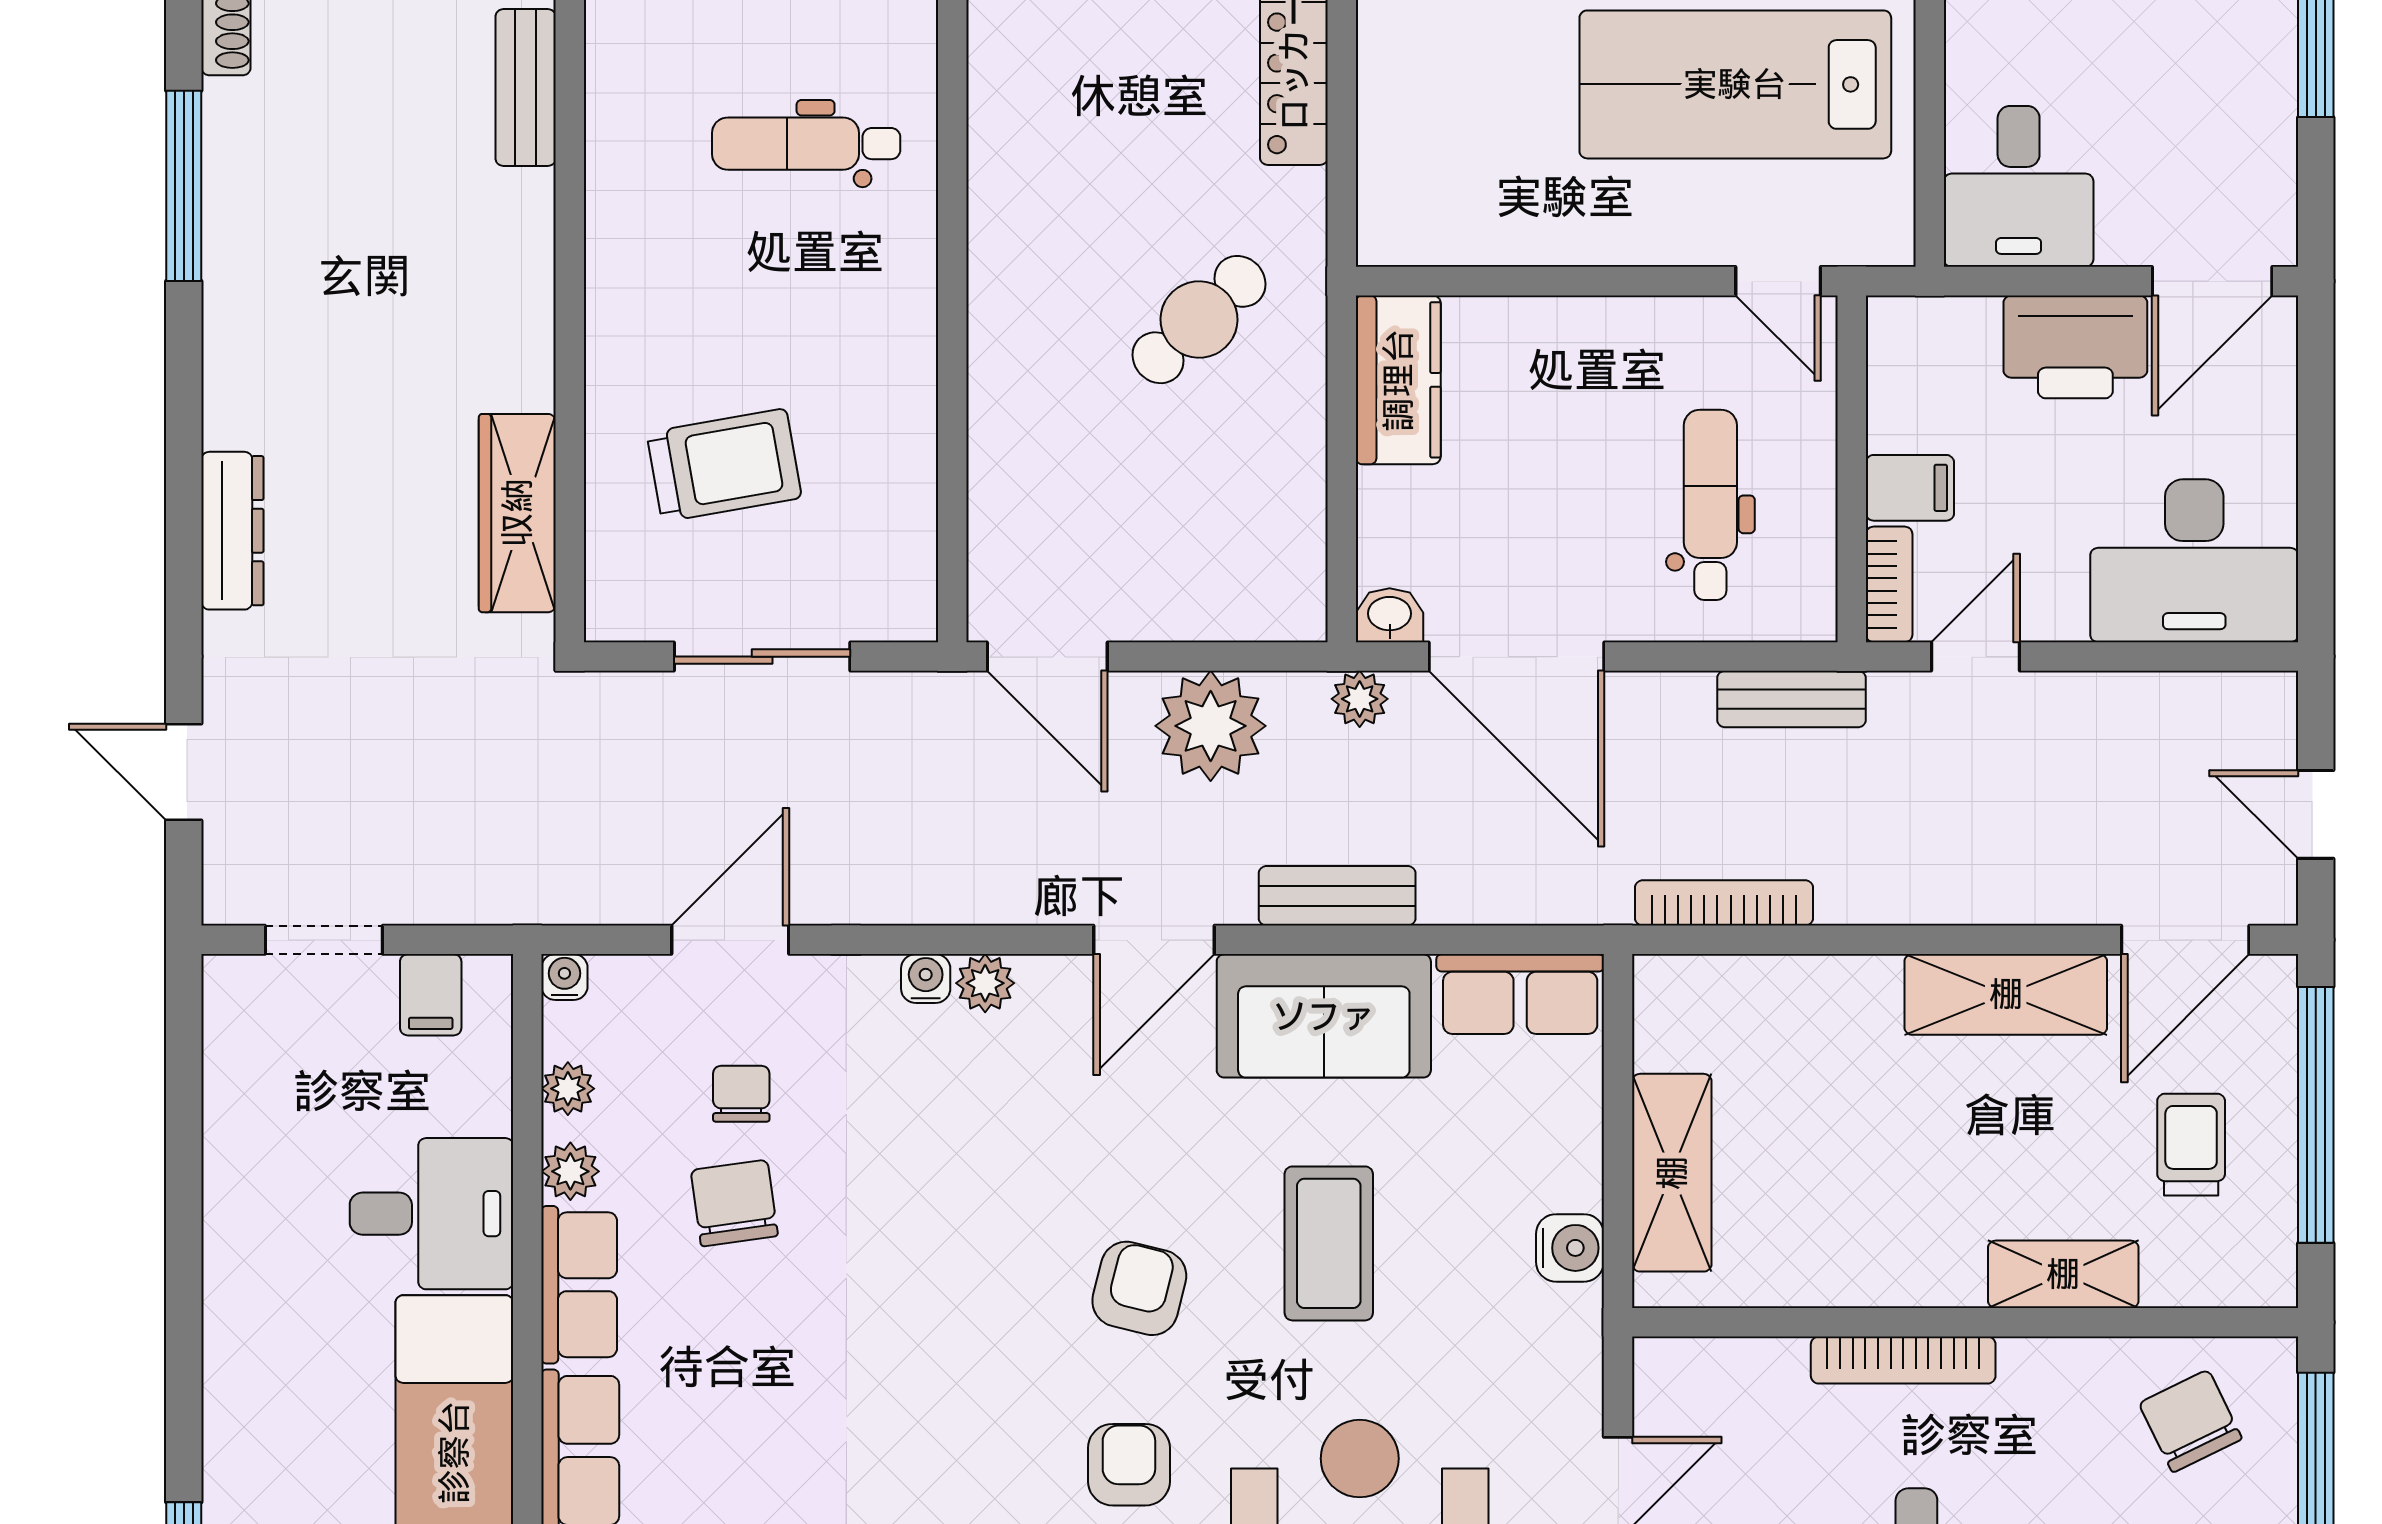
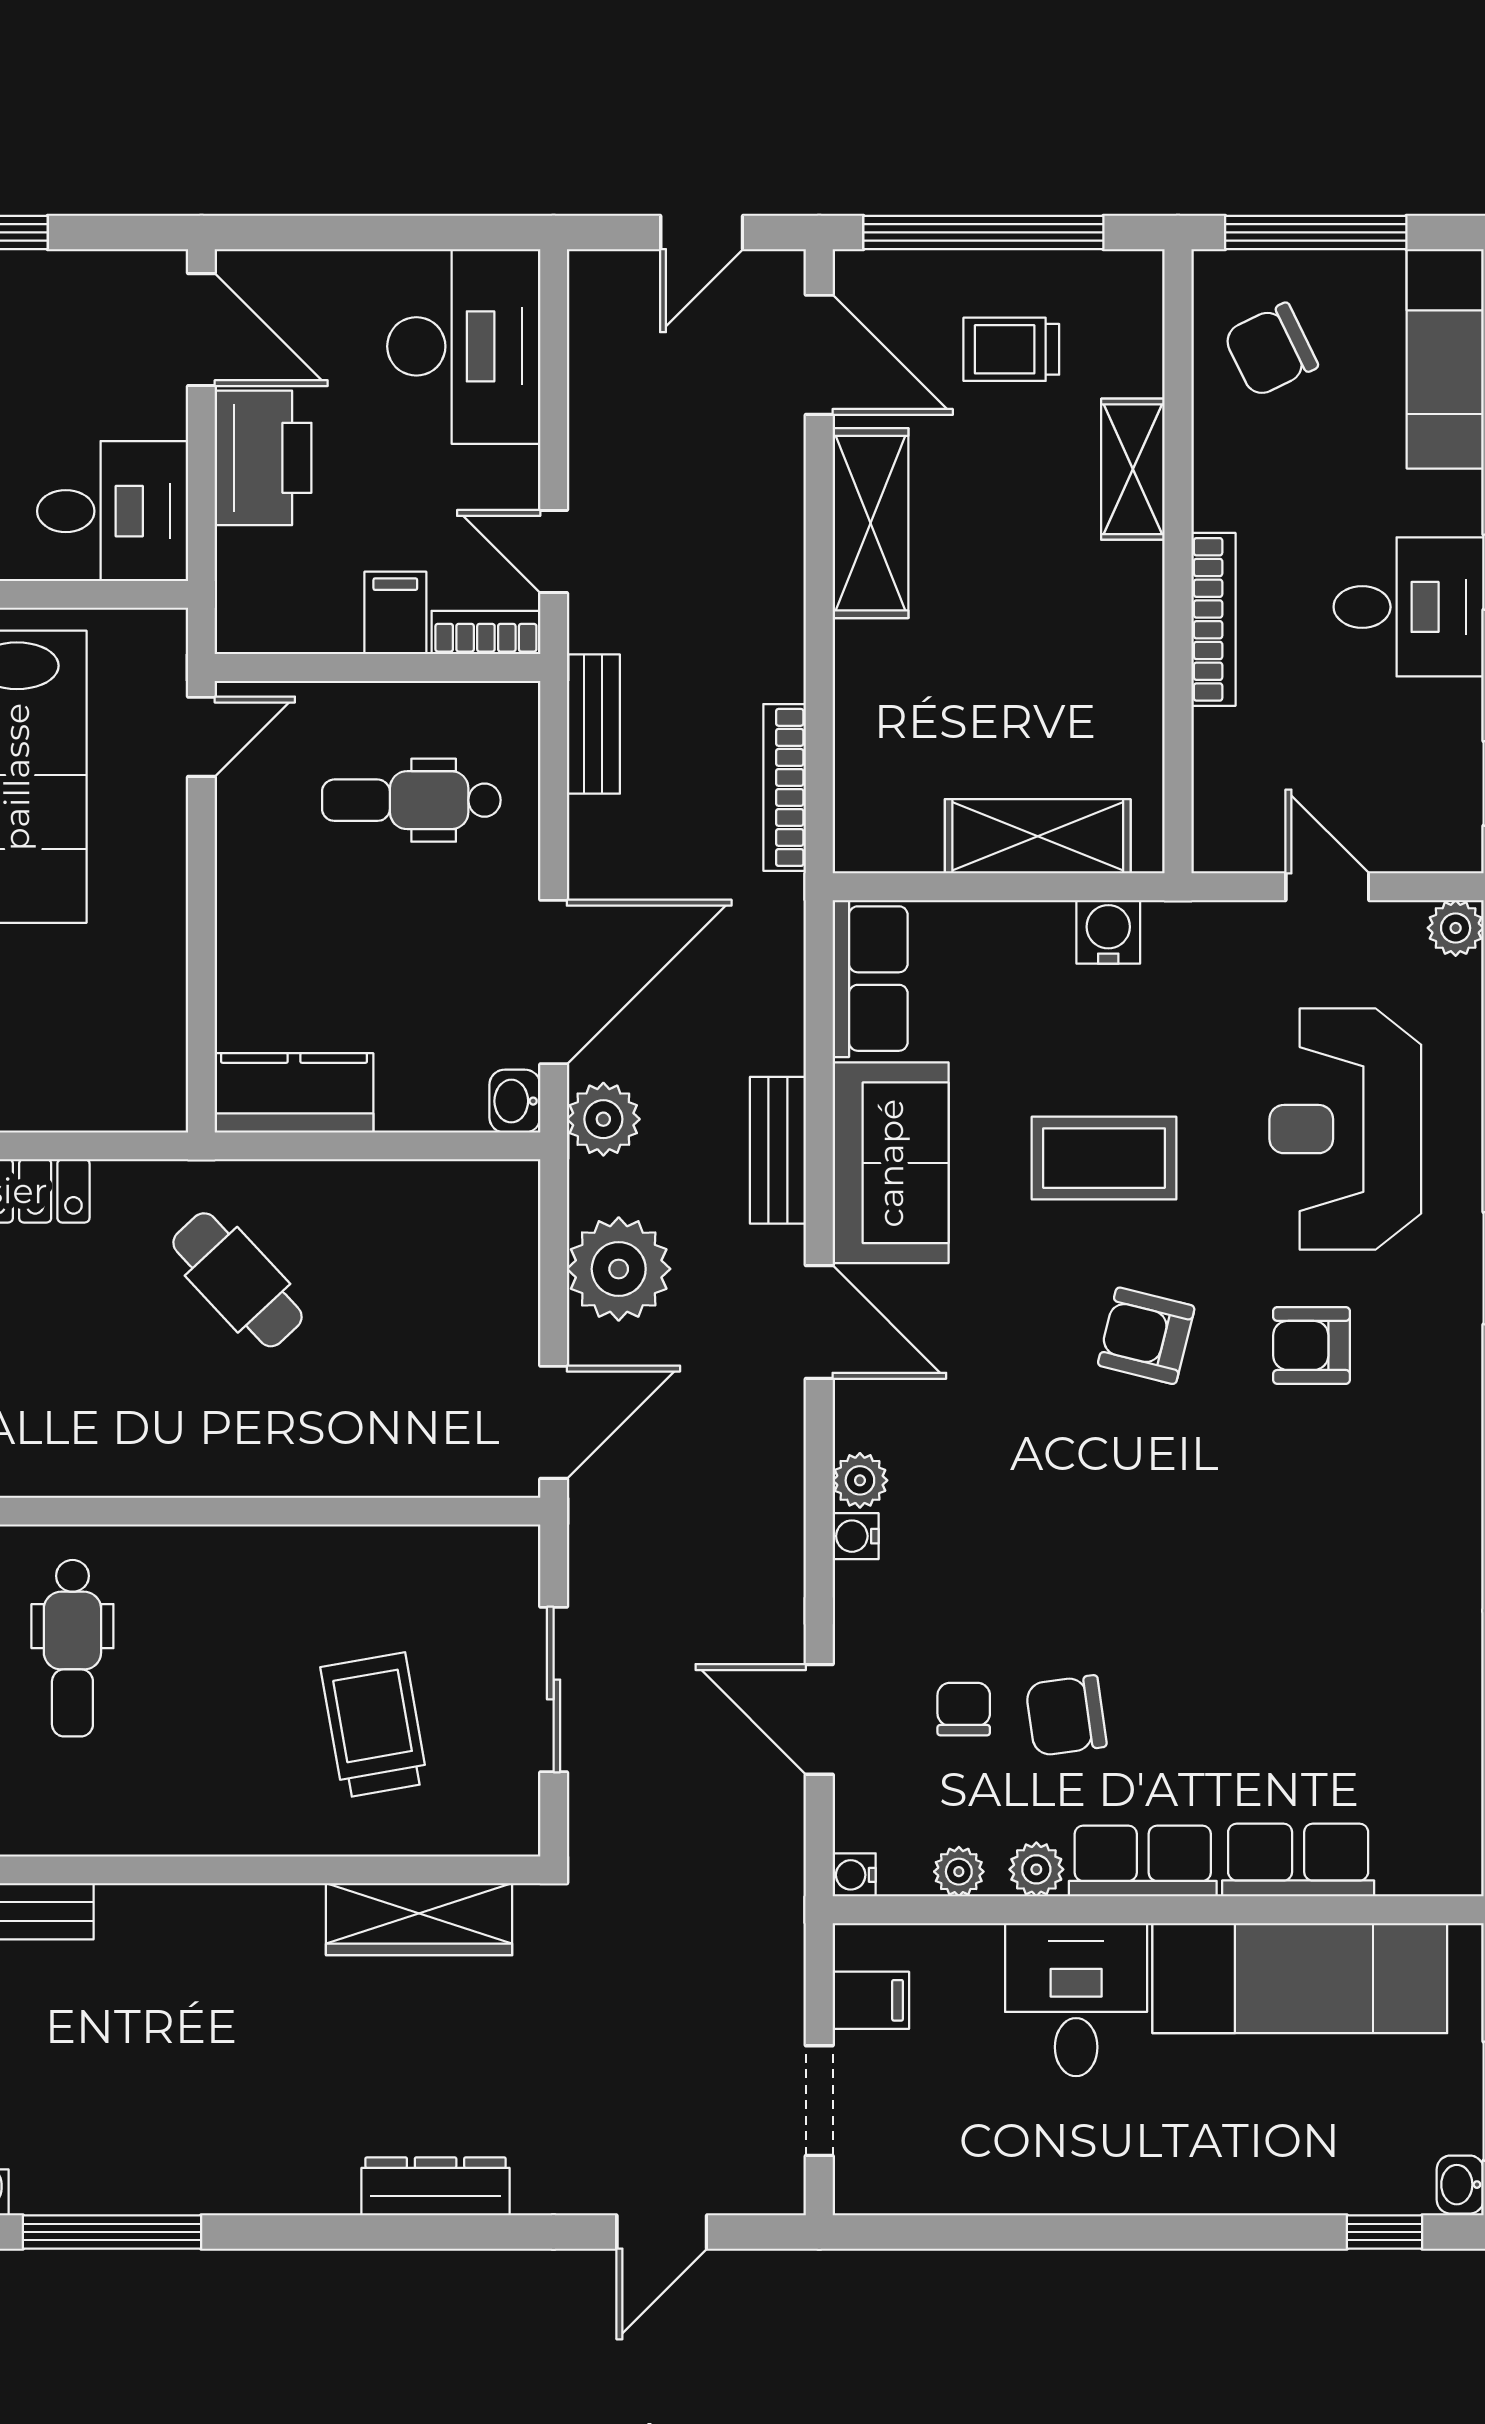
plant: (1360, 699) -> (603, 1119), width x1.38, depth x1.38
chair: (741, 1094) -> (964, 1709), turned 90

